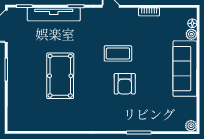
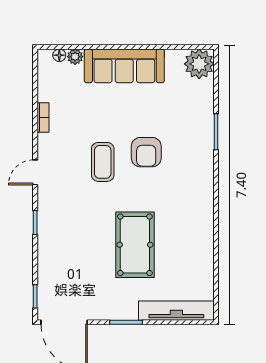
tv unit: (54, 14) -> (176, 311), moved, turned -90
pool table: (60, 76) -> (135, 245), turned 90
armchair: (125, 84) -> (146, 152), turned 90
plant: (191, 126) -> (199, 64), width x1.88, depth x1.88

